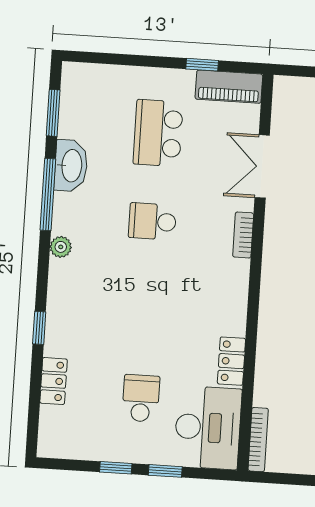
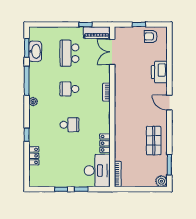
washbasin: (71, 166) -> (35, 51), moved
double door: (262, 166) -> (112, 52), moved
school desk: (141, 398) -> (69, 125), moved, turned 90

